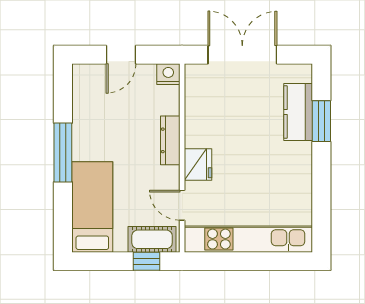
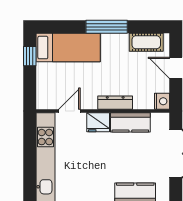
kitchen counter: (198, 119) -> (130, 122), added
cot: (152, 239) -> (146, 42), moved, turned 90
window: (147, 261) -> (30, 56), moved

